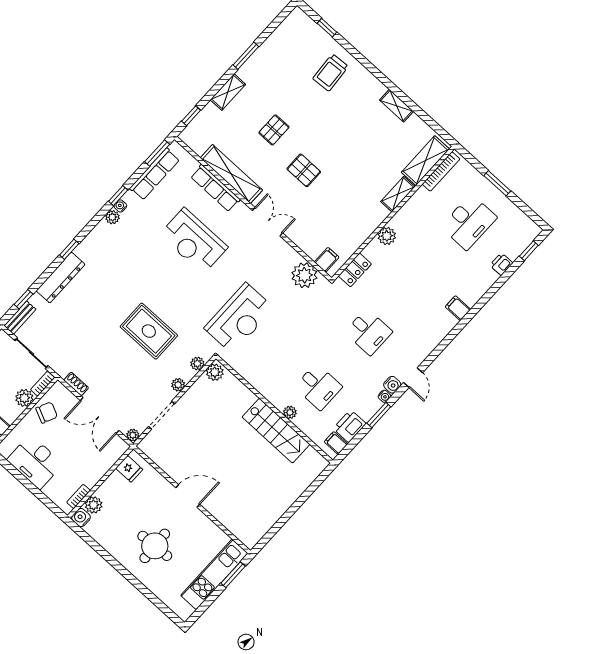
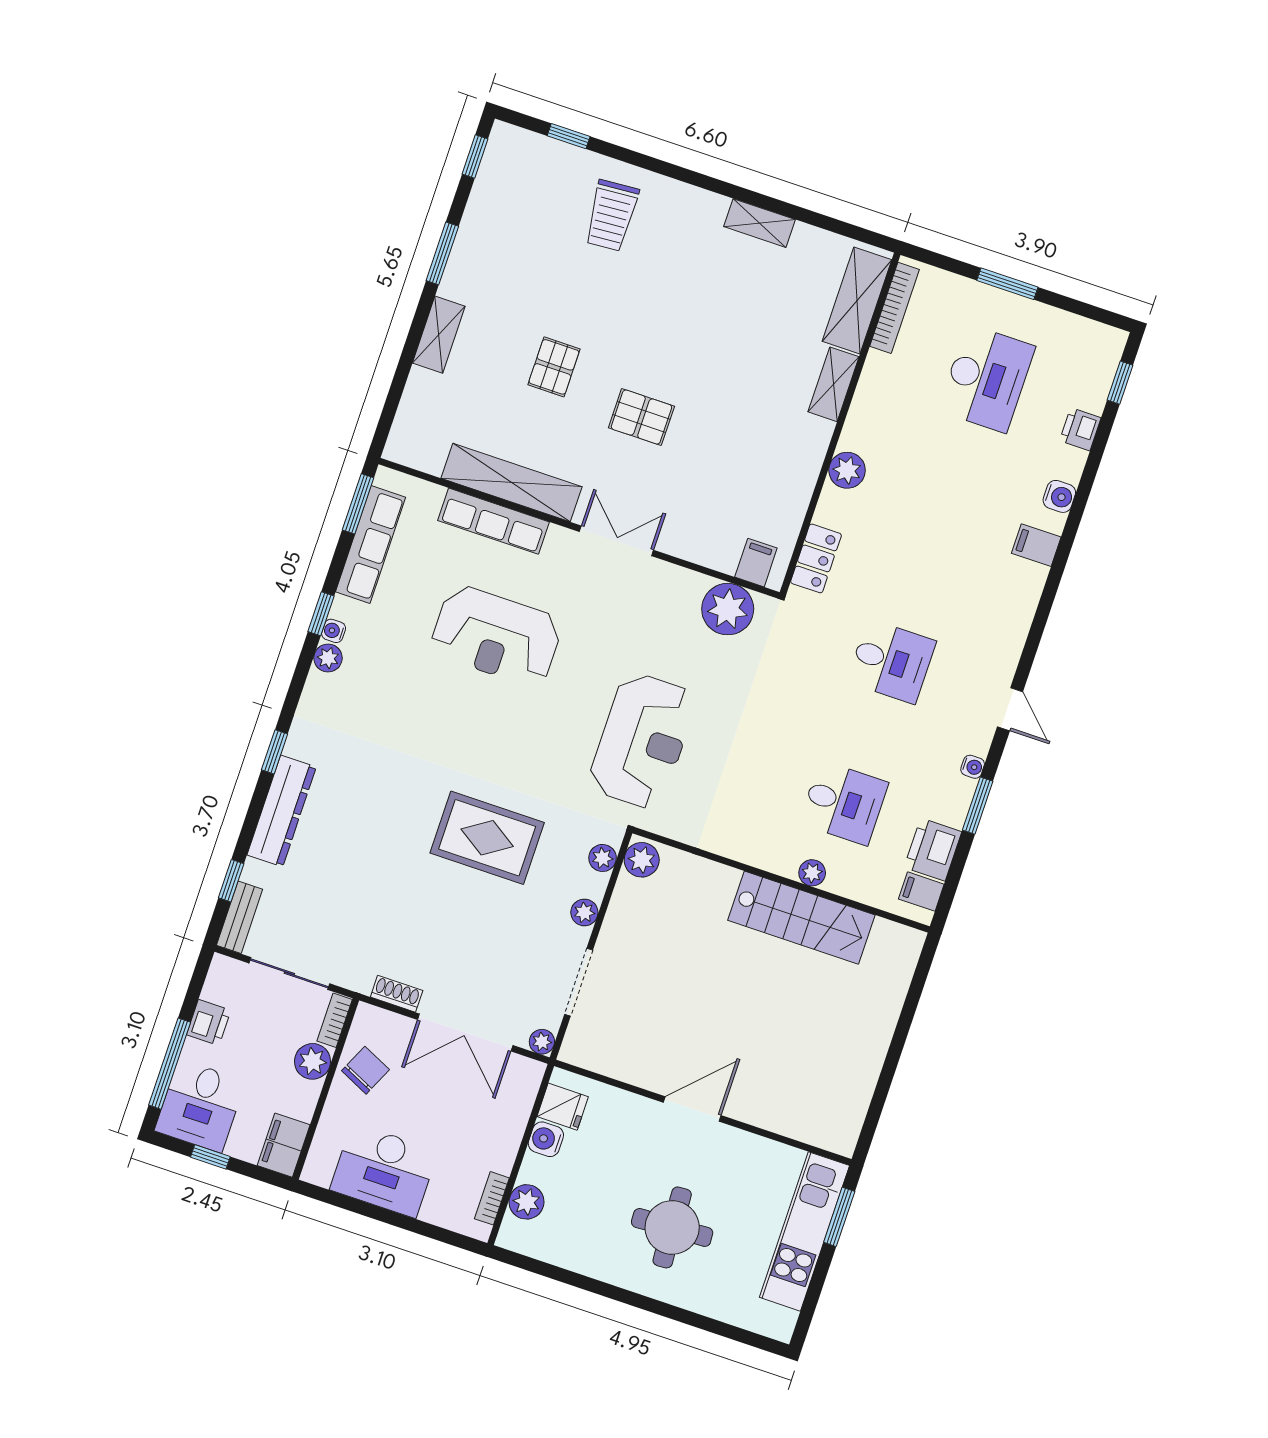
window: (191, 116) -> (475, 156), moved
water cooler: (392, 385) -> (1059, 496), moved
water cooler: (81, 518) -> (546, 1139), moved

